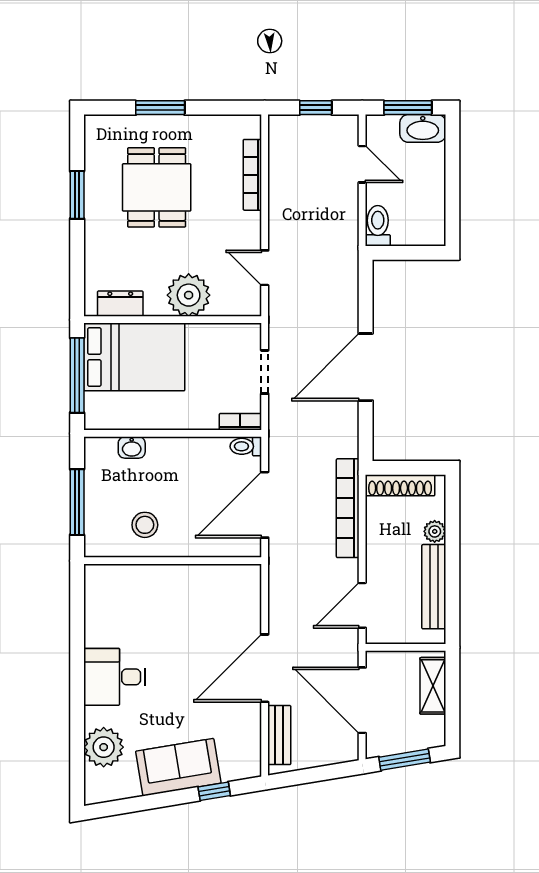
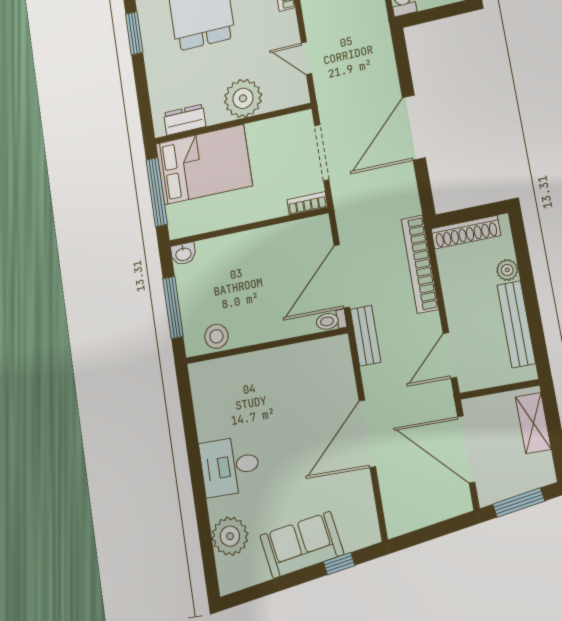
doorway: (265, 372) -> (322, 153), width x1.38
toilet: (246, 446) -> (331, 321), moved
washbasin: (132, 447) -> (183, 254), moved
stool: (145, 525) -> (216, 336), moved
bench: (279, 735) -> (366, 336), moved

